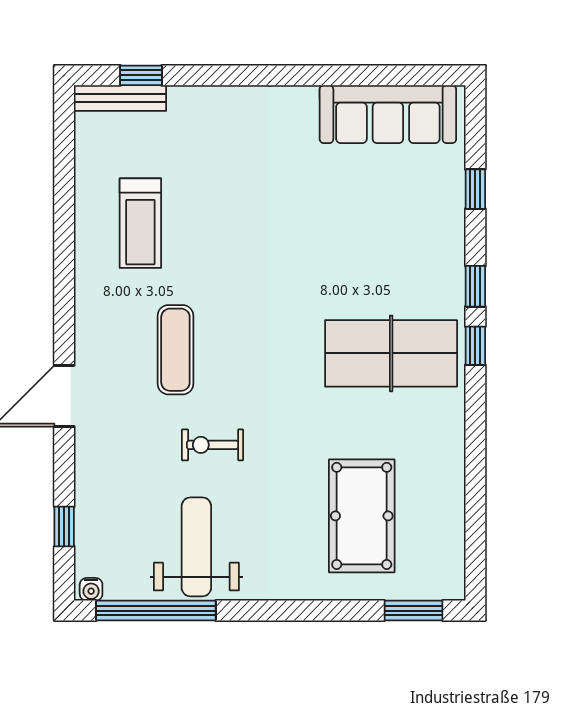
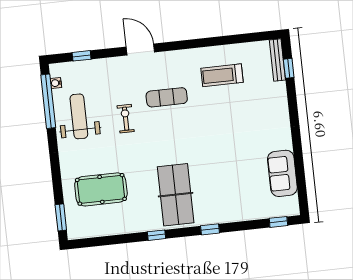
sofa: (388, 114) -> (282, 173), width x0.73
window: (475, 189) -> (278, 222), moved
window: (475, 346) -> (156, 235), moved
weight bench: (196, 547) -> (79, 116), turned -90
water cooler: (91, 589) -> (56, 83), moved

